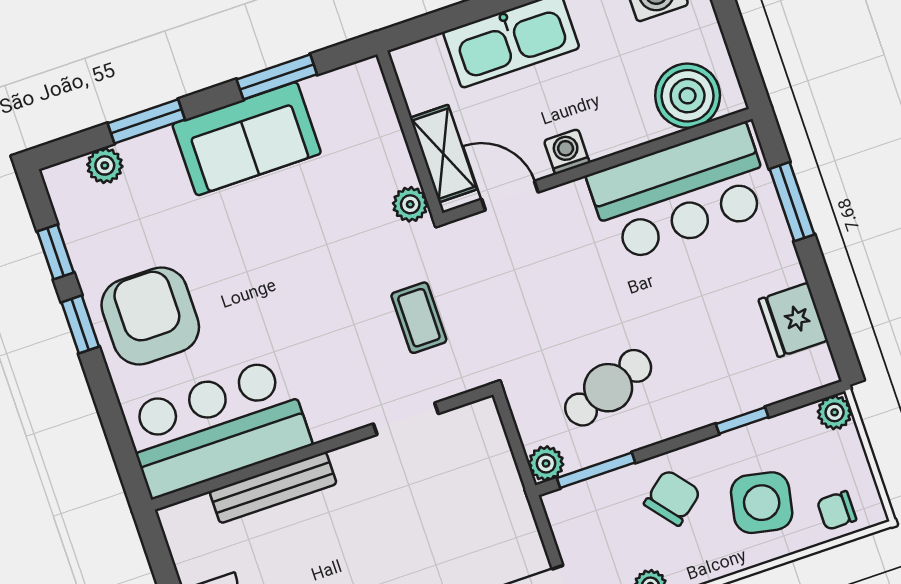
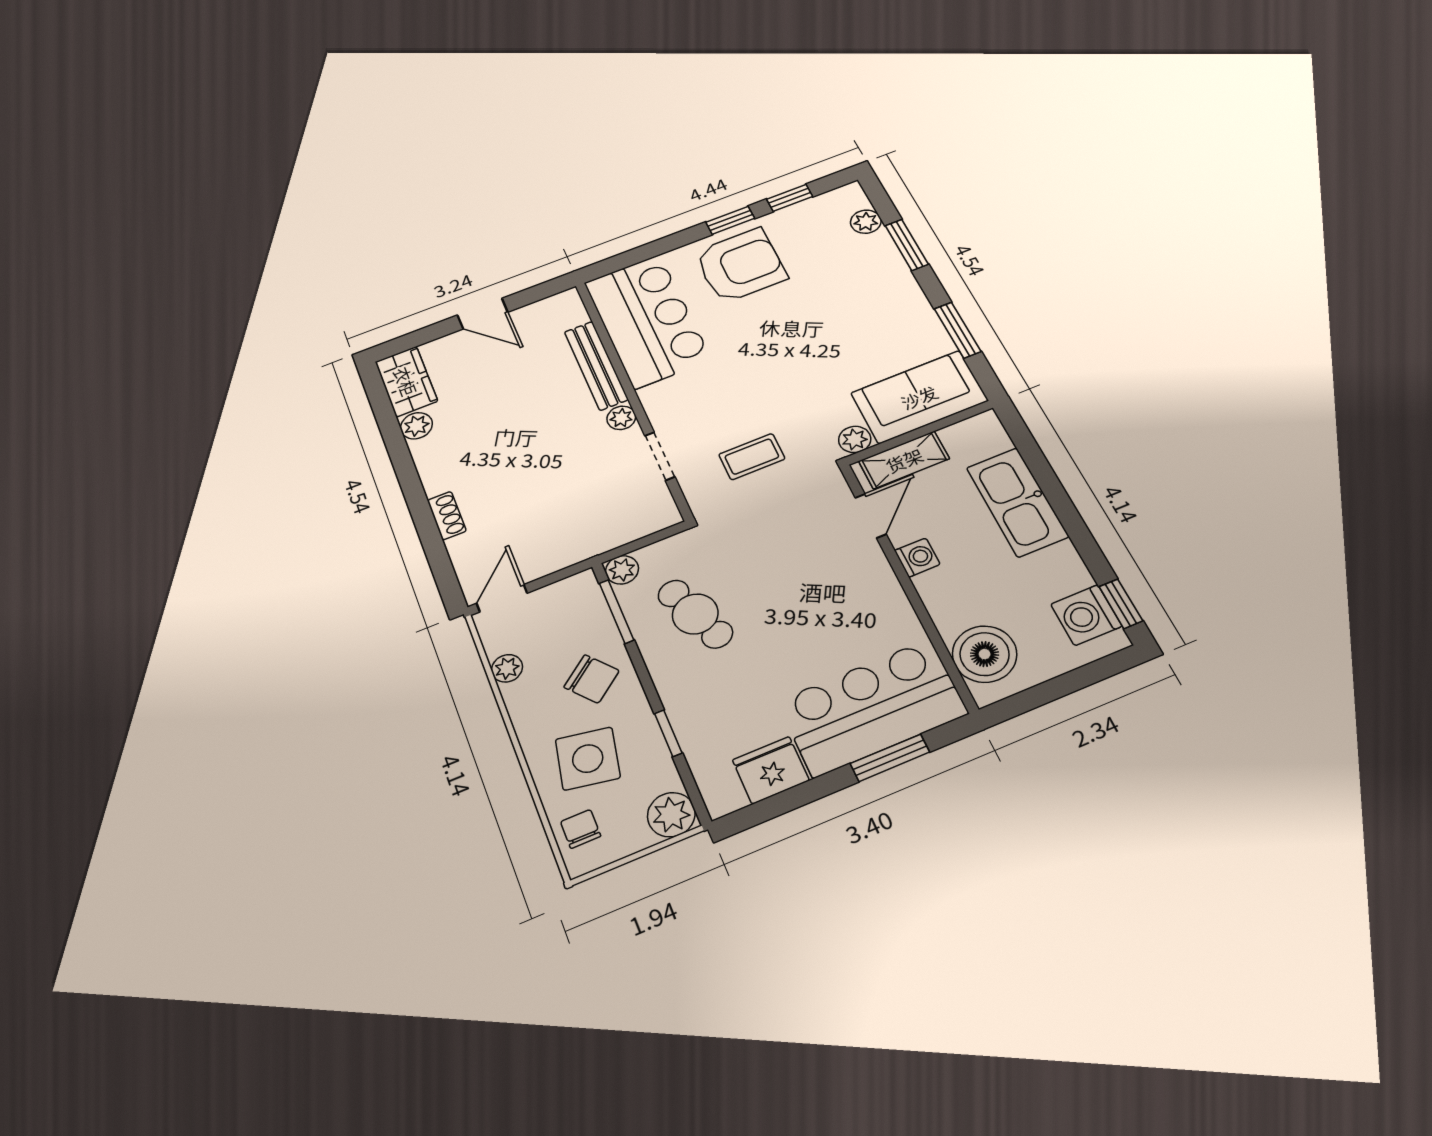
sofa: (247, 139) -> (919, 397), moved, turned 90
bar counter: (680, 193) -> (872, 707), moved, turned 90
plant: (835, 412) -> (671, 815), width x1.38, depth x1.38
plant: (349, 460) -> (621, 418), added

